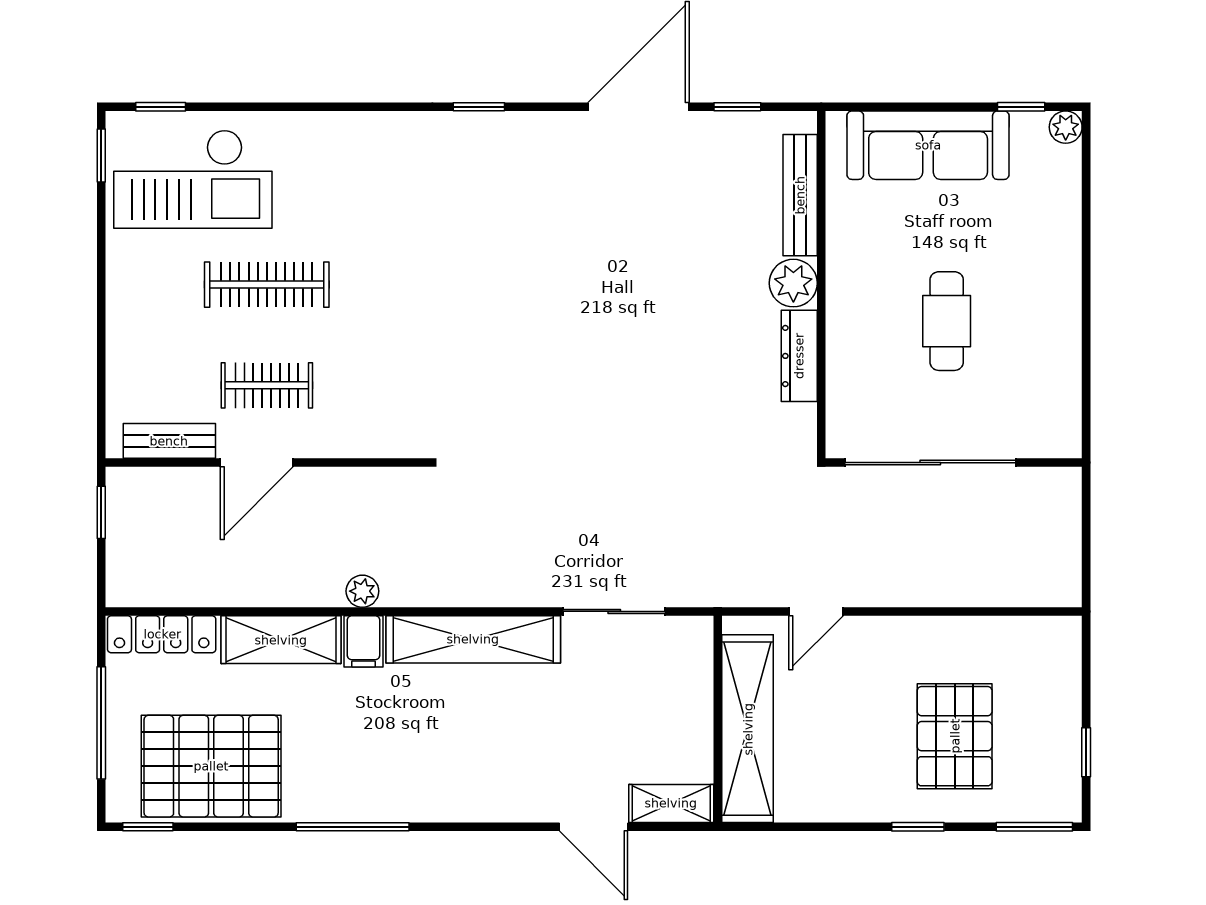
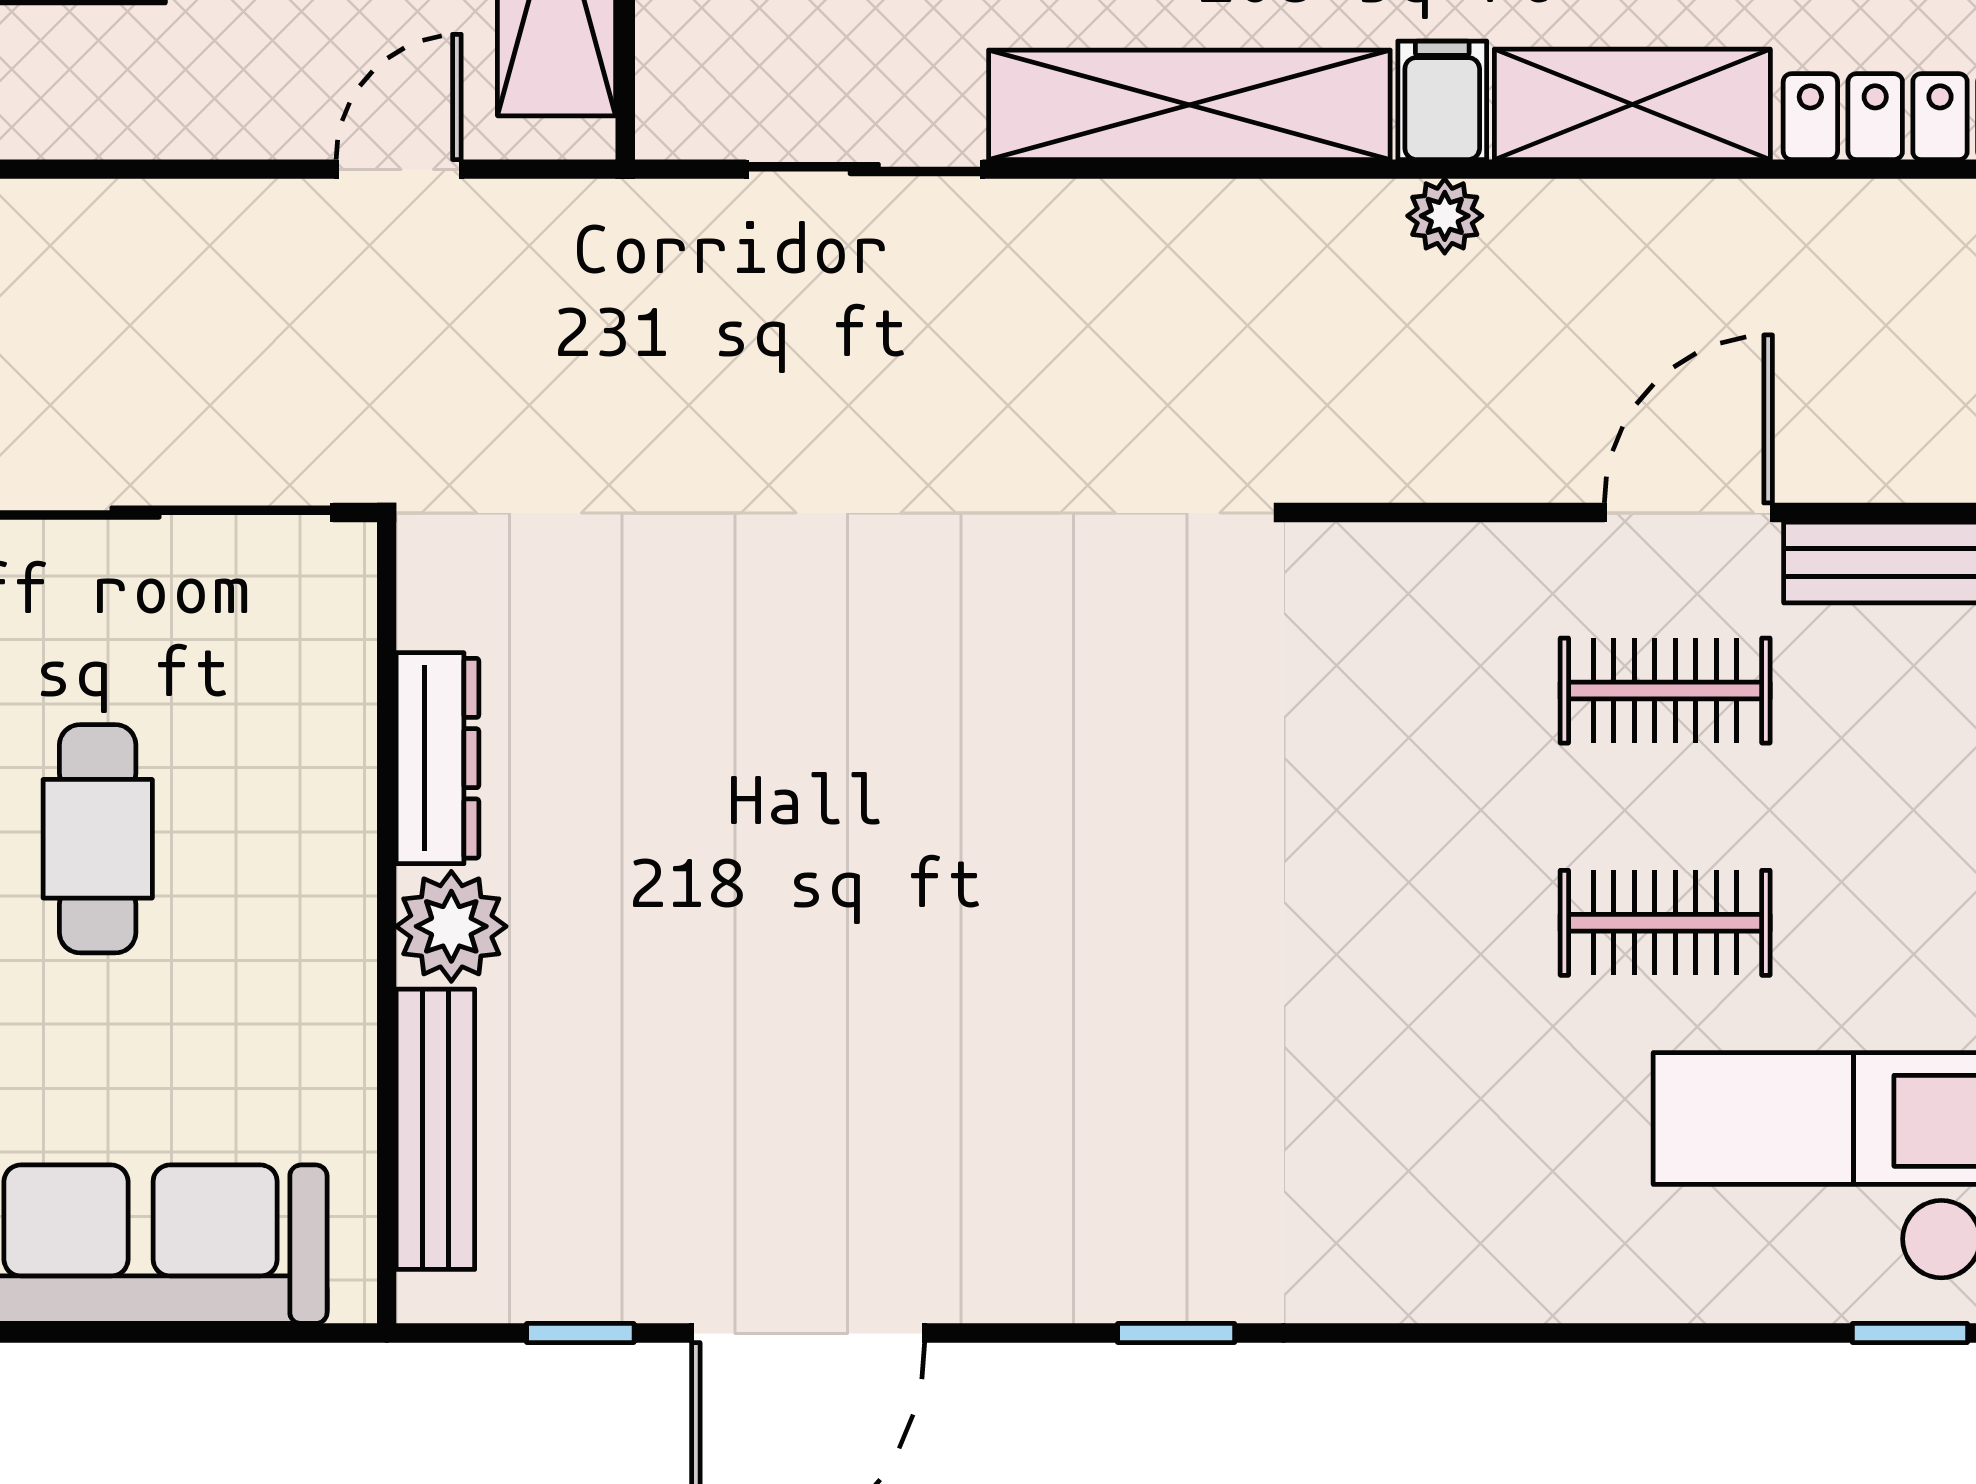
clothes rail: (267, 285) -> (1665, 923), width x0.73

